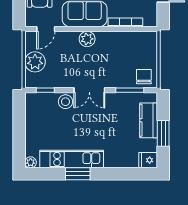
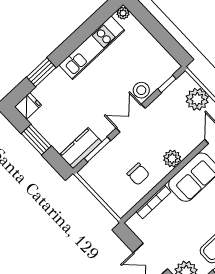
chair: (144, 77) -> (138, 174), moved
kitchen counter: (149, 120) -> (81, 148), moved, turned -90
window: (78, 174) -> (41, 72), moved

